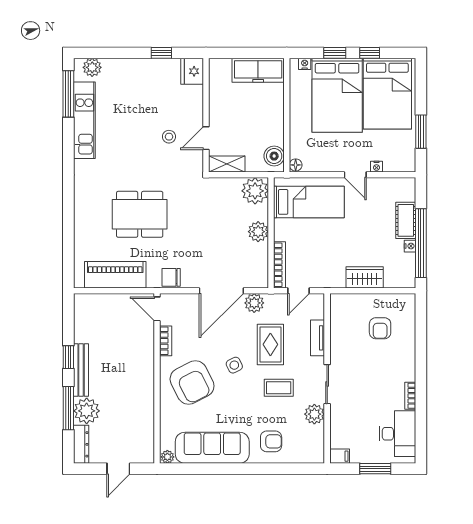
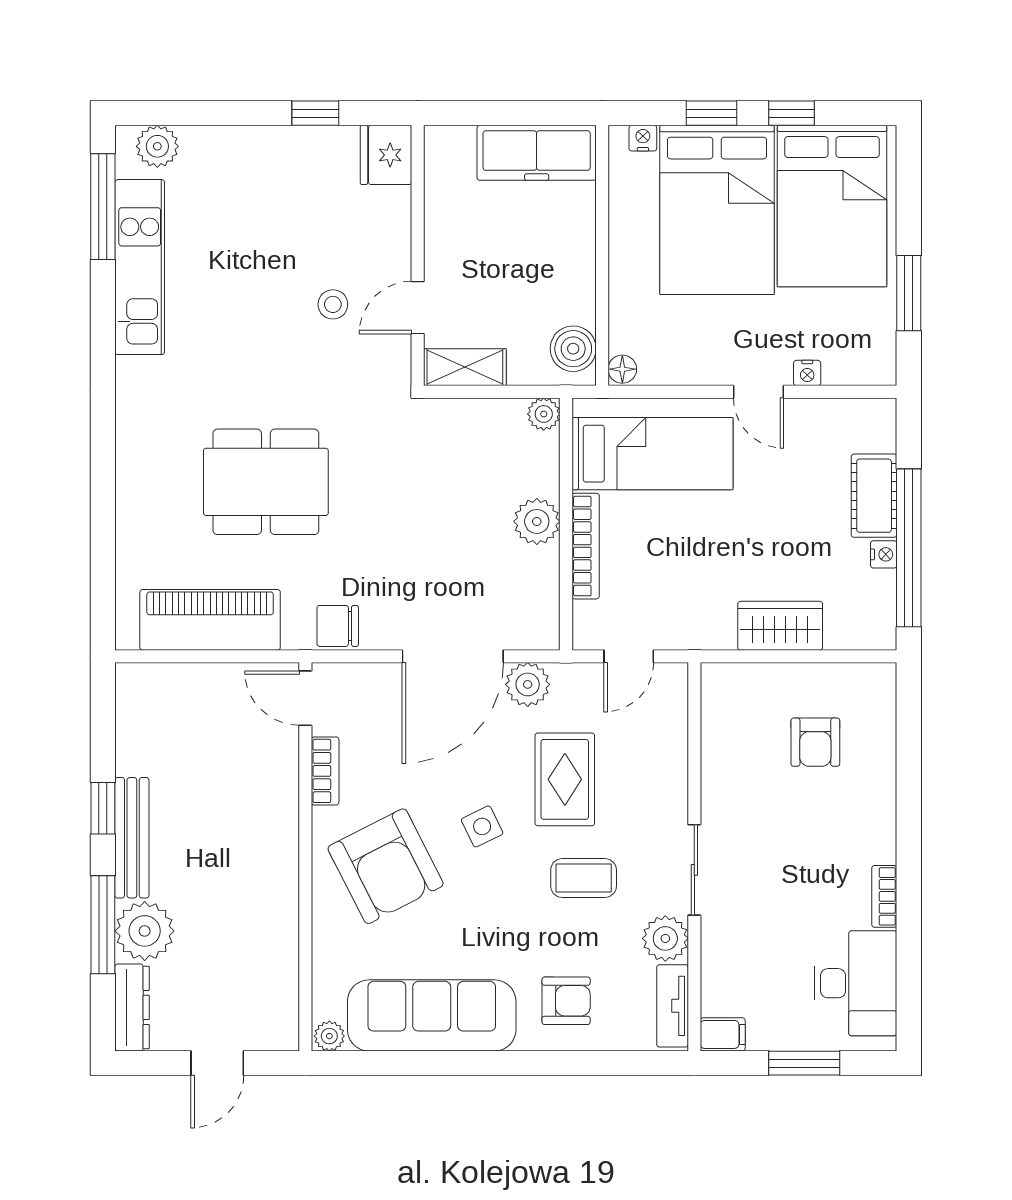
plant: (255, 191) -> (544, 414), width x0.53, depth x0.53
bookcase: (280, 265) -> (586, 546), moved
tv unit: (318, 338) -> (673, 1006), moved

